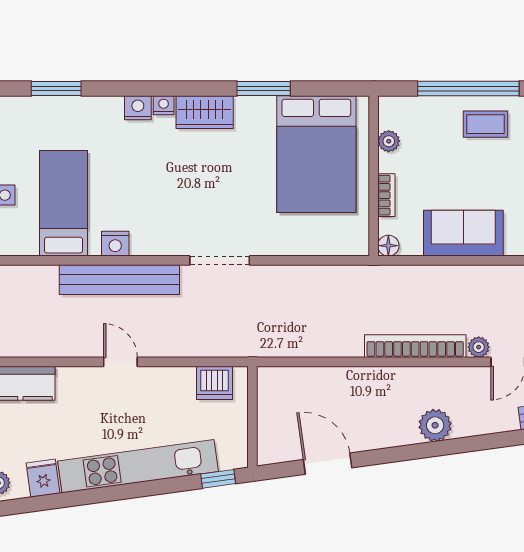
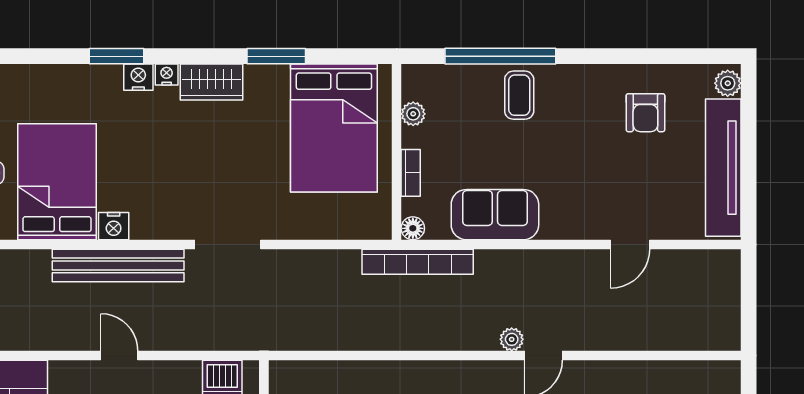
window: (56, 89) -> (117, 56), moved
coffee table: (486, 124) -> (519, 95), turned 90
bed: (64, 203) -> (57, 182), width x1.50
bookcase: (415, 346) -> (418, 262), moved, turned 180

